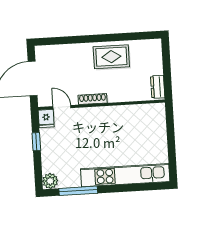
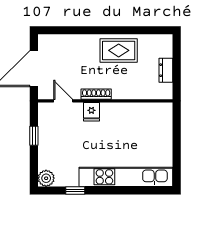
dresser: (158, 87) -> (166, 70), moved
fridge: (46, 118) -> (91, 112), moved
window: (78, 191) -> (75, 190), width x0.46

